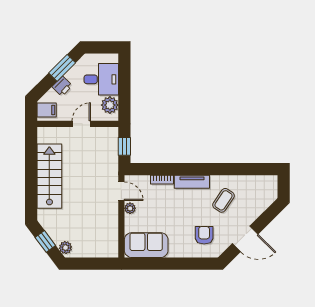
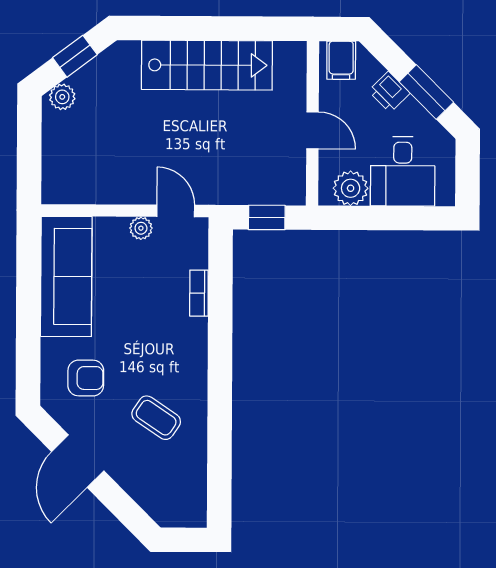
tv unit: (192, 182) -> (194, 354), removed
door: (121, 191) -> (176, 211), swing flipped
sofa: (146, 245) -> (66, 276), width x1.36

